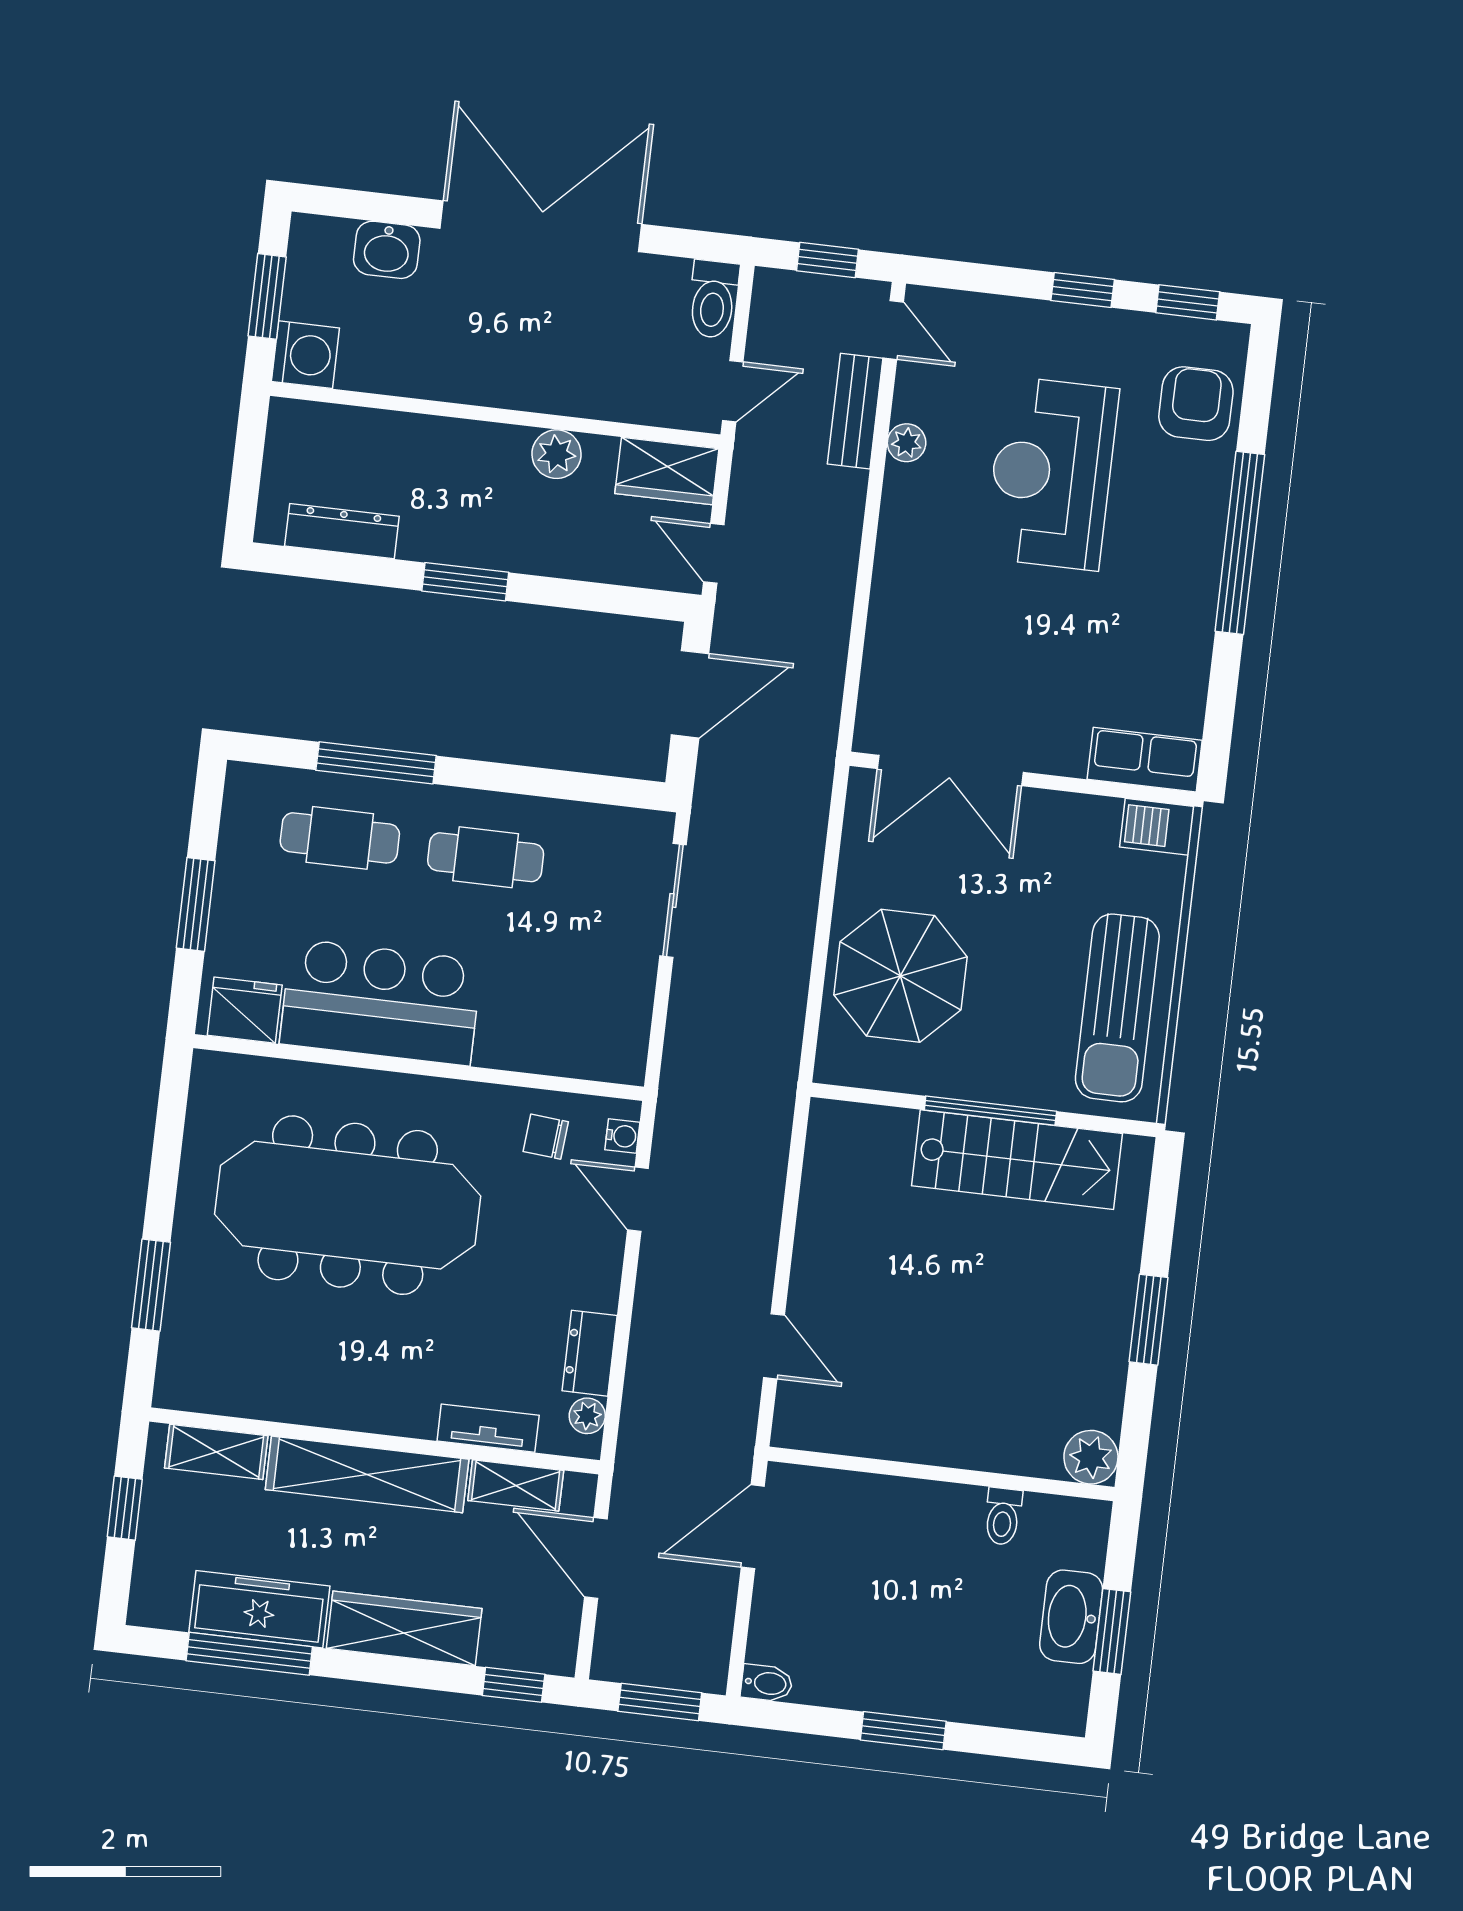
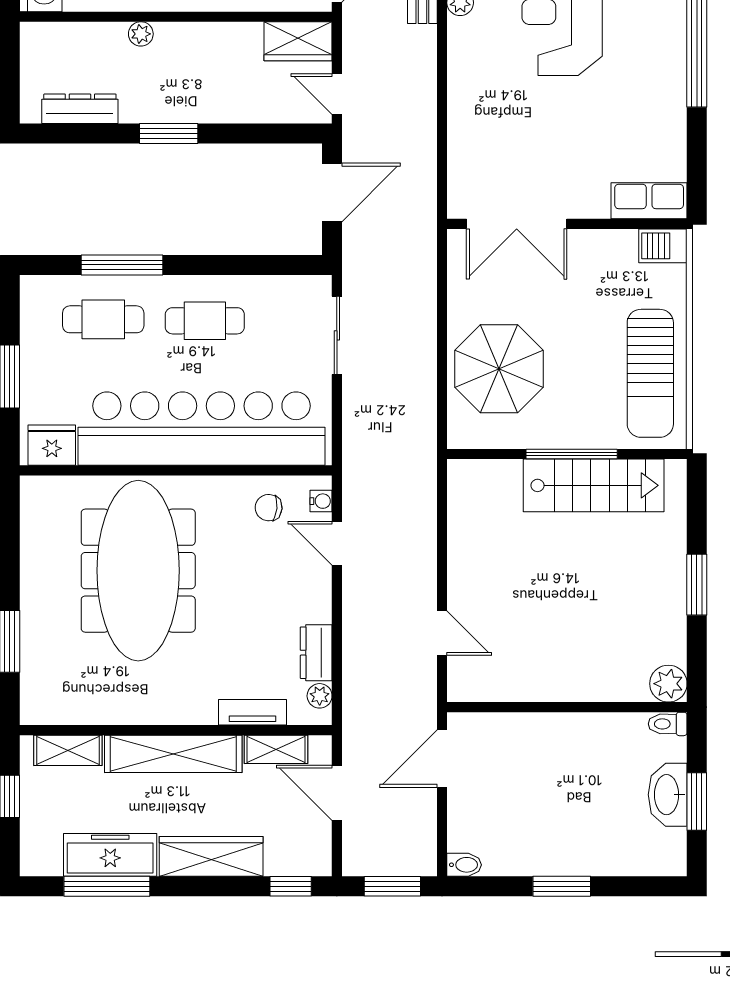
plant: (556, 454) -> (141, 34), moved, width x0.73, depth x0.73
bar counter: (381, 1002) -> (201, 429), width x1.86
meeting table: (348, 1205) -> (138, 571), turned 90
toilet: (1003, 1516) -> (668, 724), moved, turned 90

